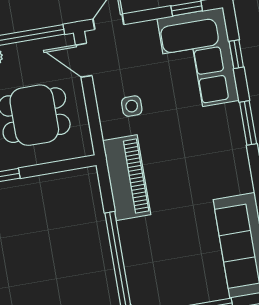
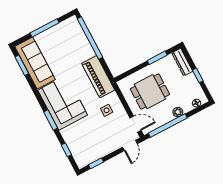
corner sofa: (198, 59) -> (63, 103), moved

